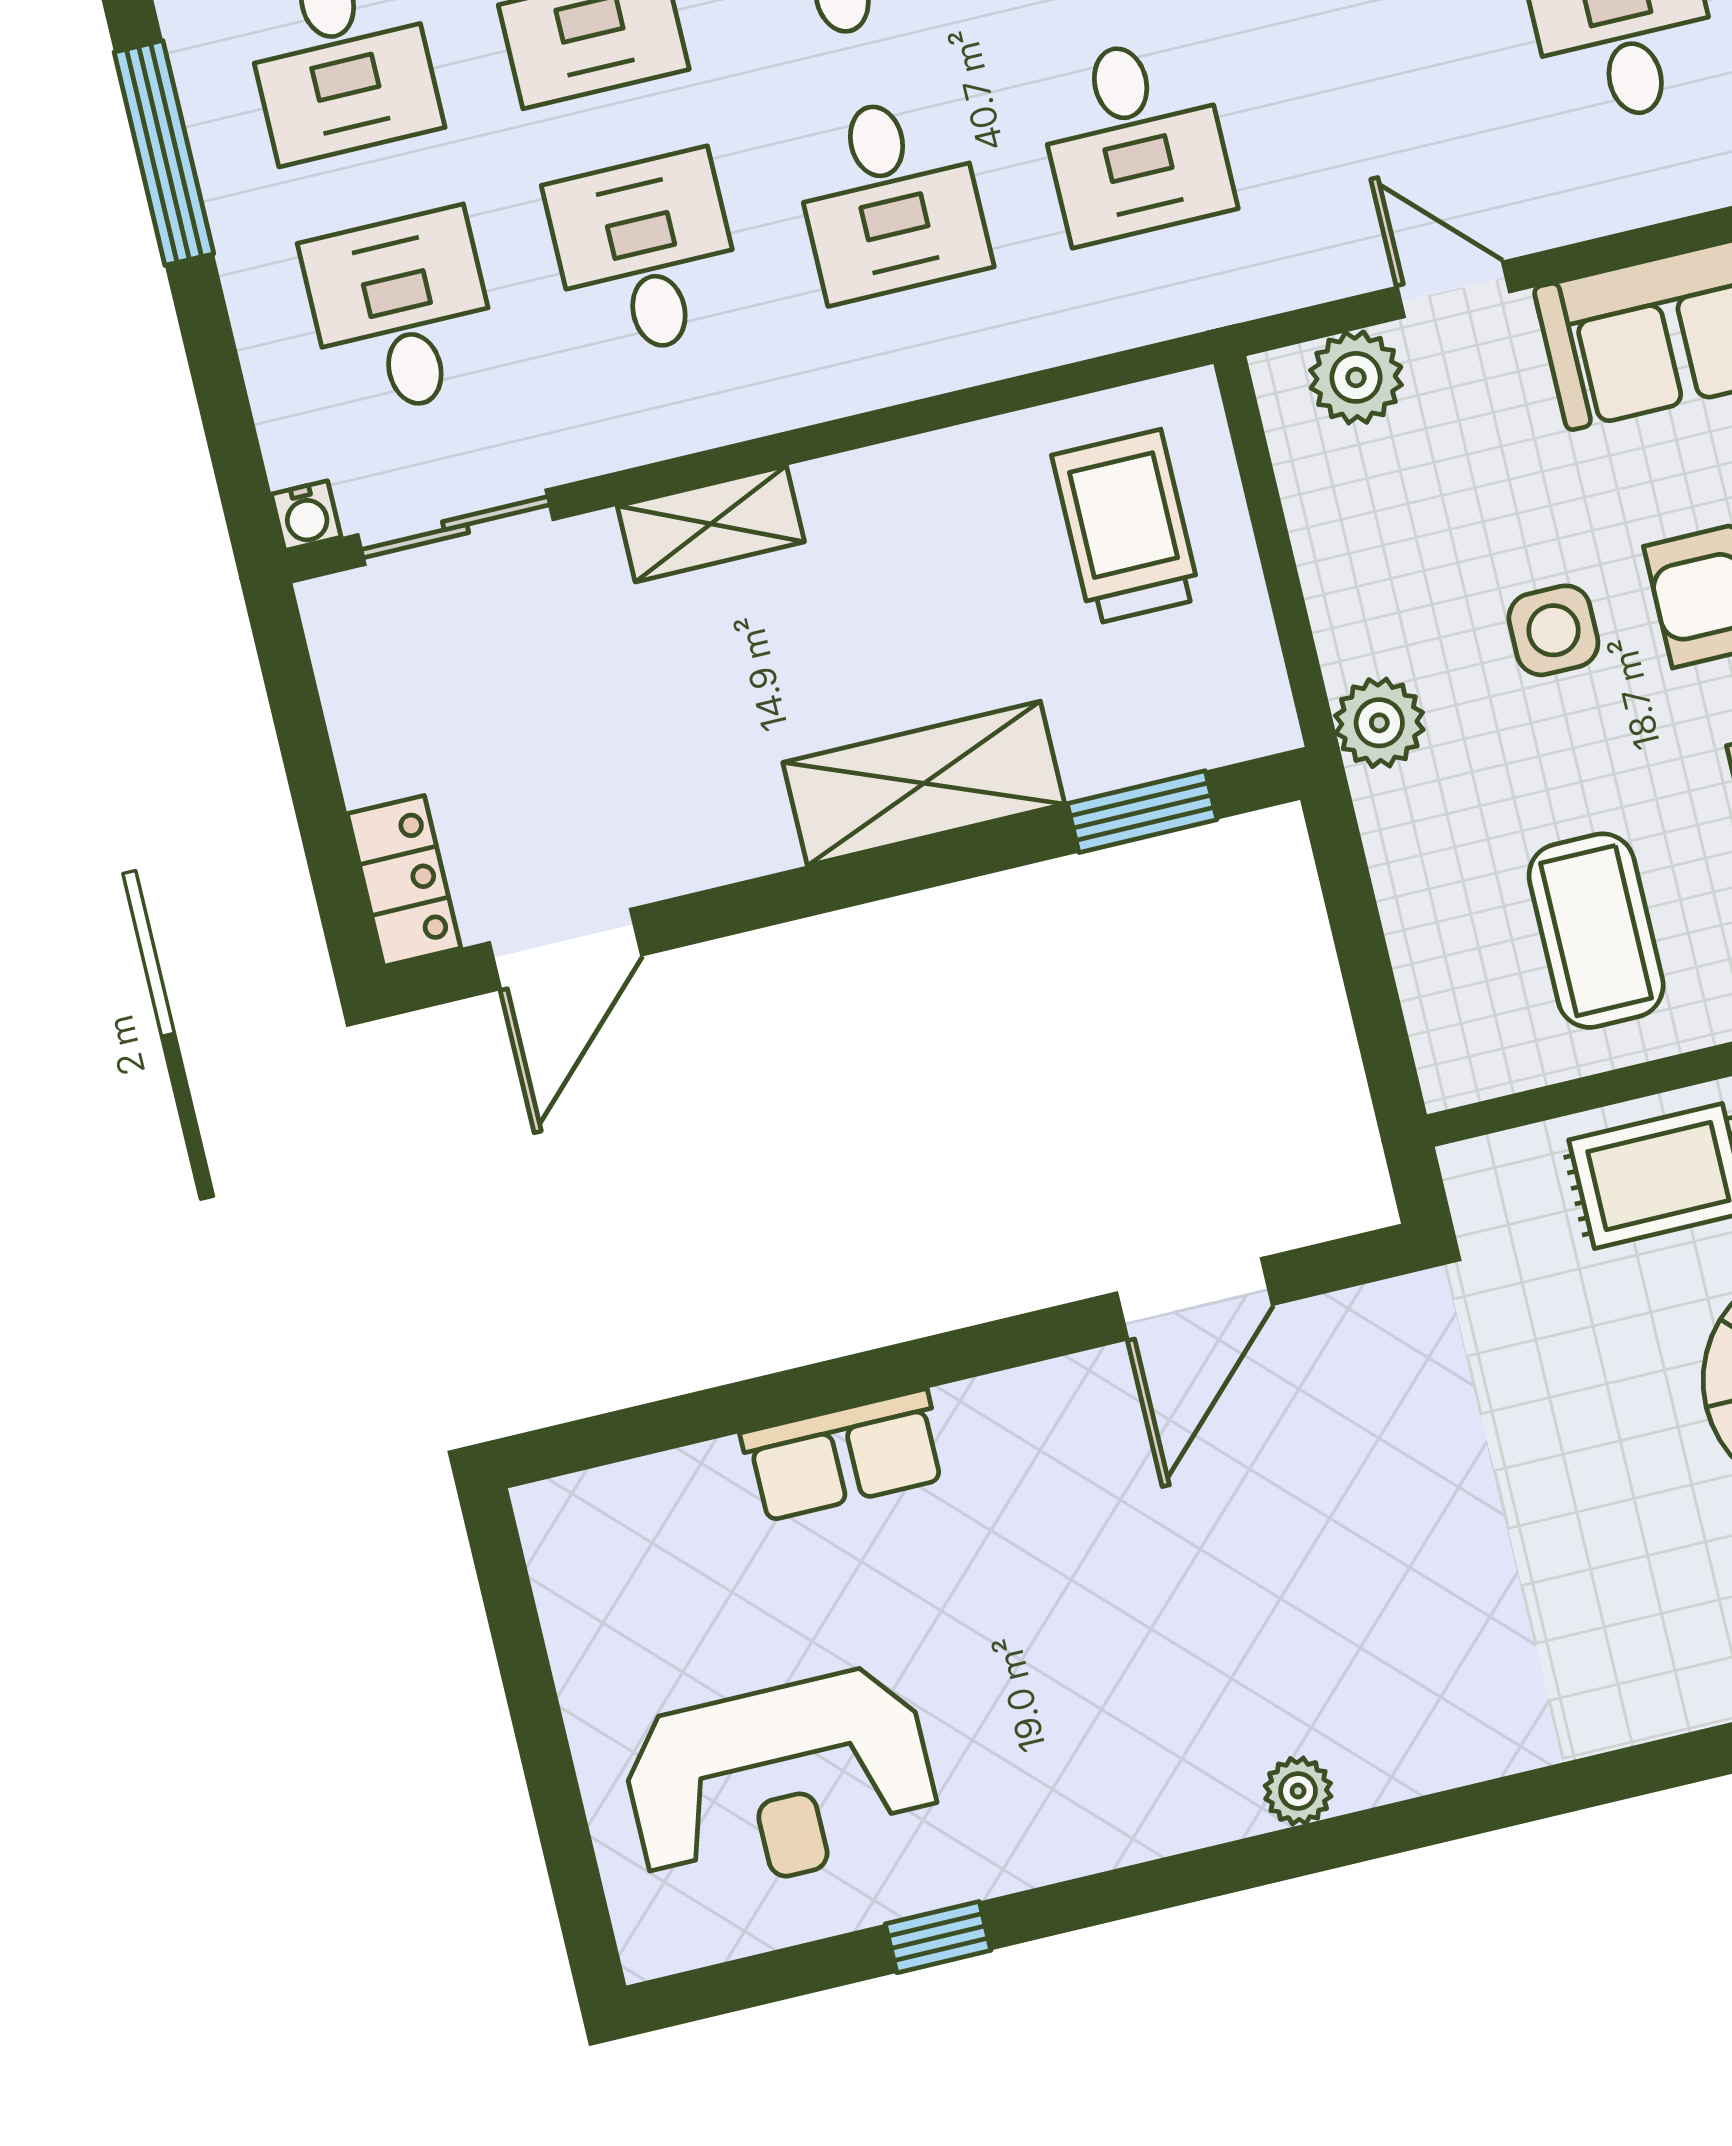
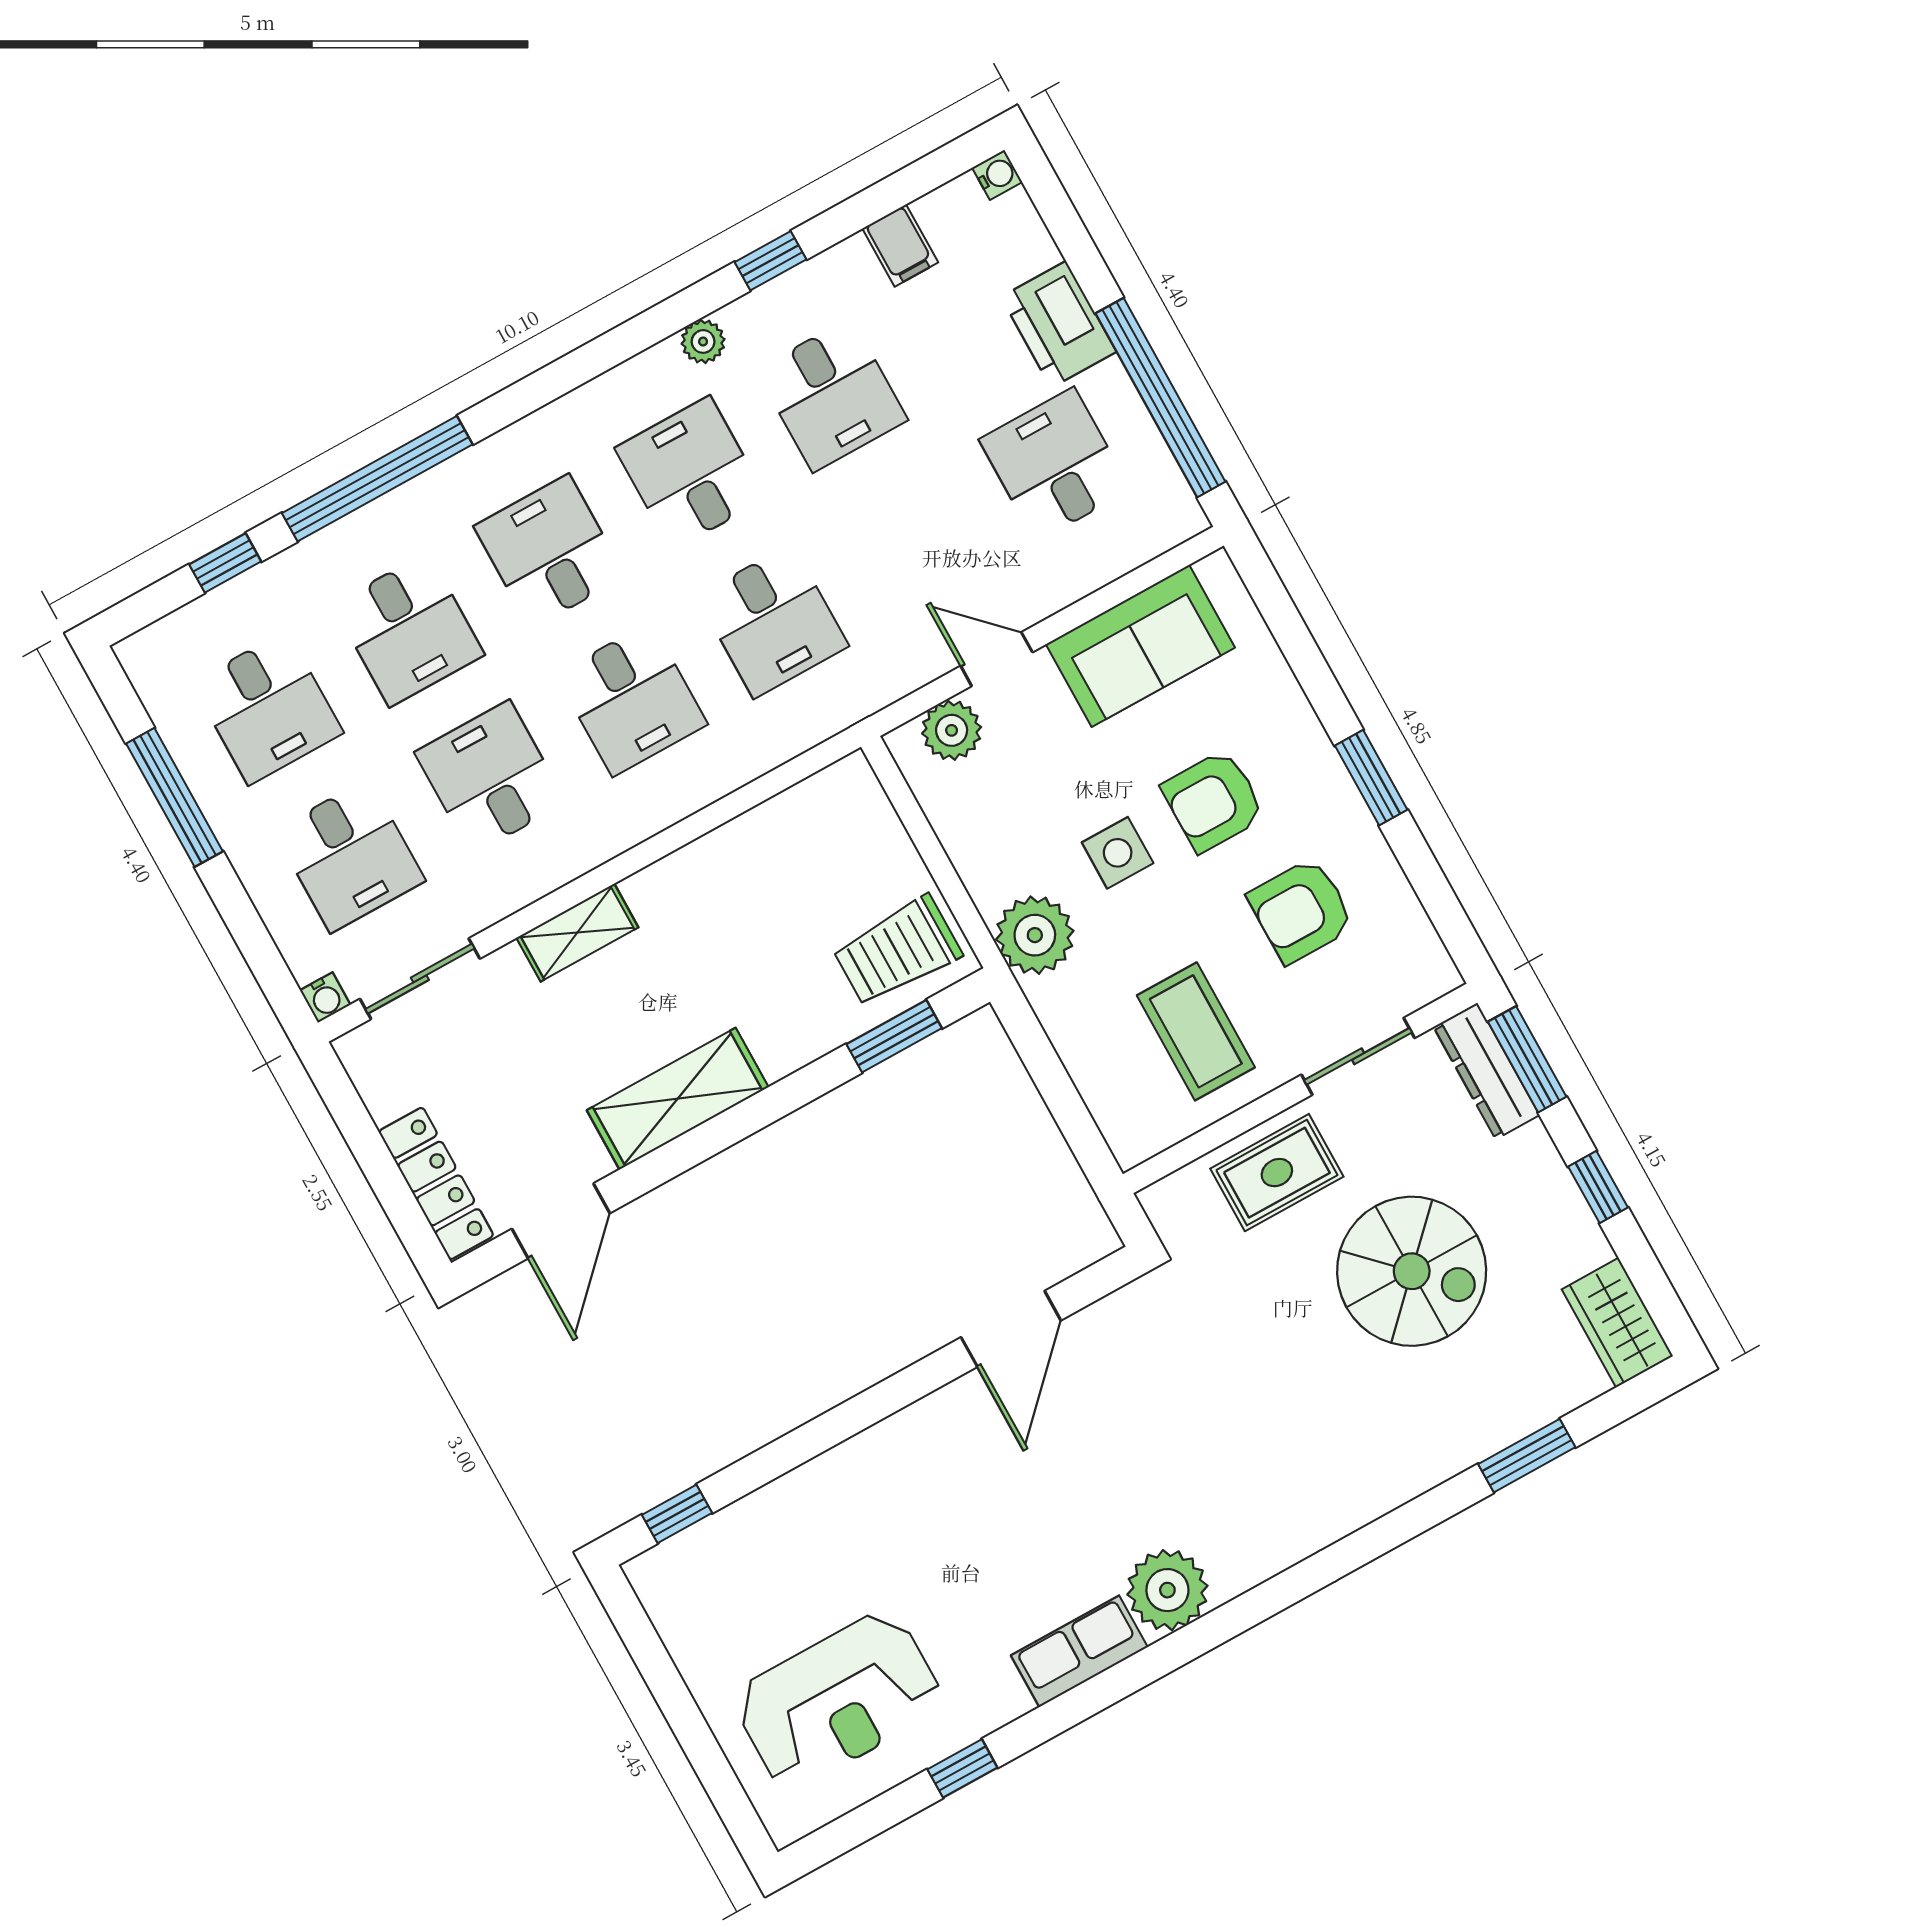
desk: (402, 313) -> (349, 856), turned 180
trolley: (1126, 527) -> (897, 951), moved, turned -90
plant: (1379, 723) -> (1035, 935), width x1.36, depth x1.36
shelving: (924, 783) -> (678, 1099), moved
locker: (404, 881) -> (436, 1183), width x1.53
window: (617, 1436) -> (677, 1514), added
row of seats: (844, 1456) -> (1079, 1651), moved, turned 180
plant: (1298, 1791) -> (1167, 1590), width x1.88, depth x1.88

